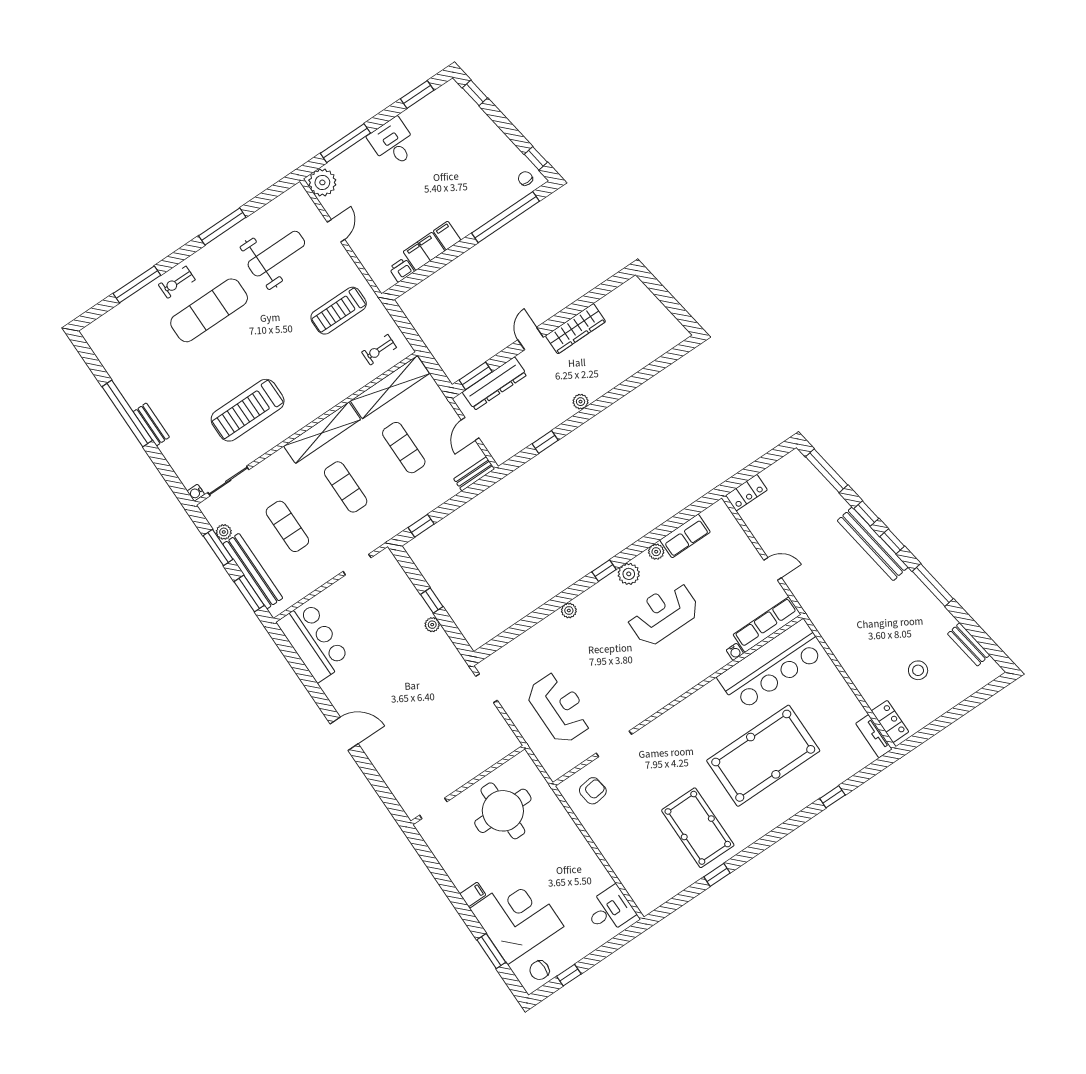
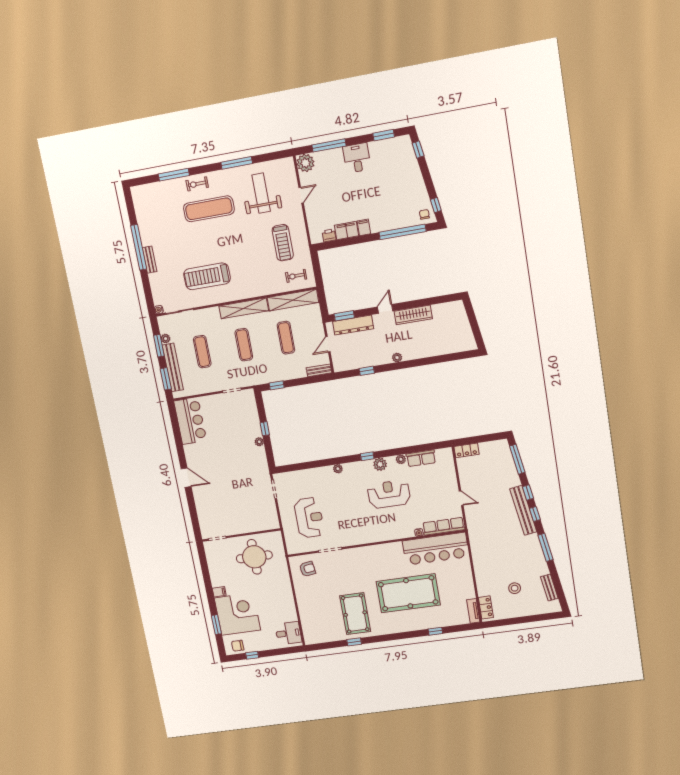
weight bench: (276, 254) -> (261, 193), turned -90
treadmill: (339, 311) -> (283, 243), turned -90

